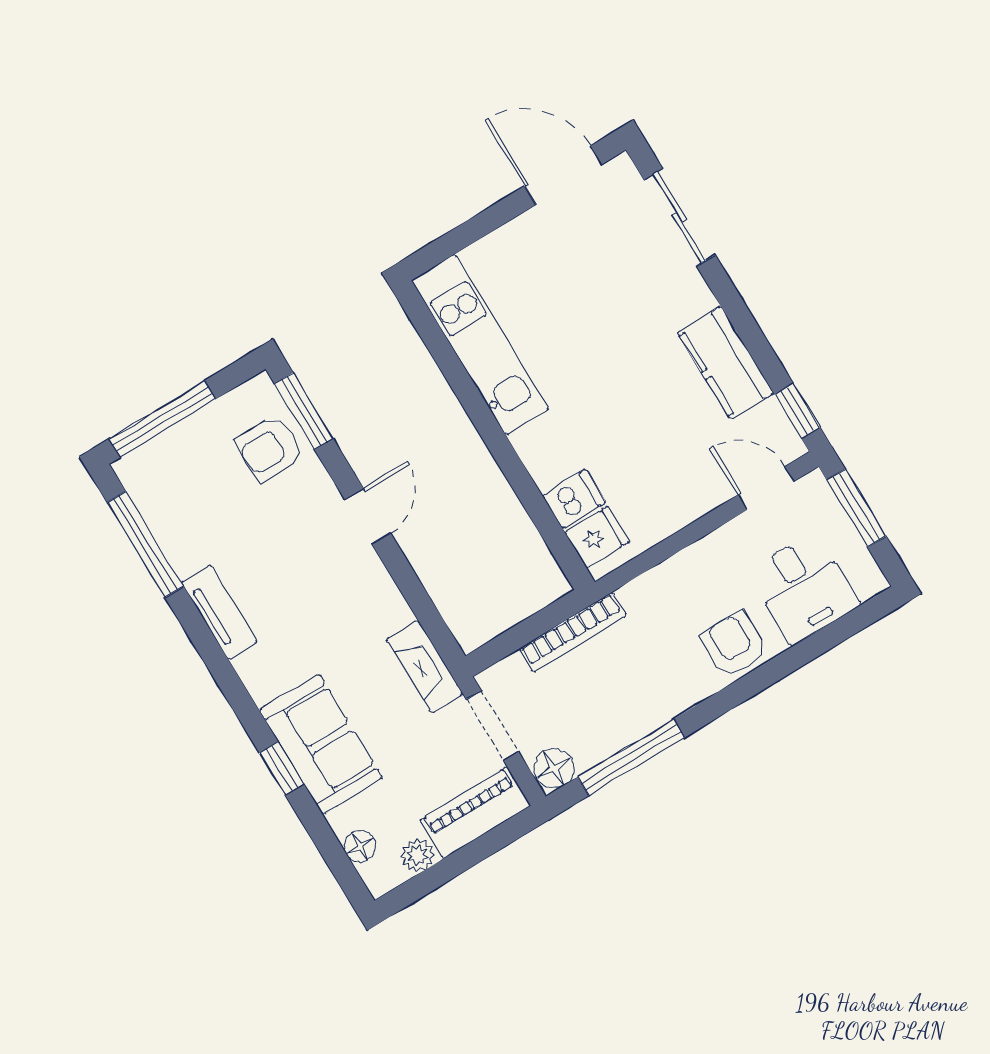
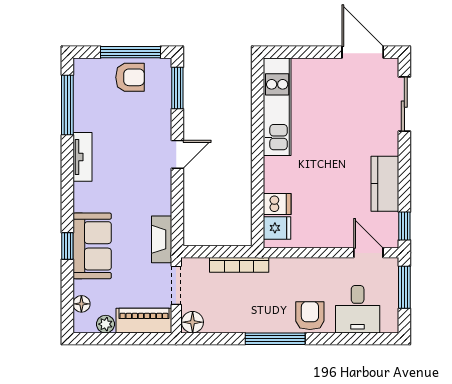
window: (162, 419) -> (130, 52), moved
armchair: (269, 448) -> (130, 77), moved, turned 180
window: (631, 757) -> (275, 339), moved

